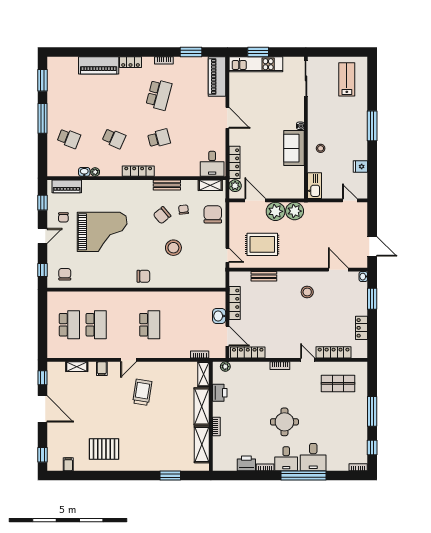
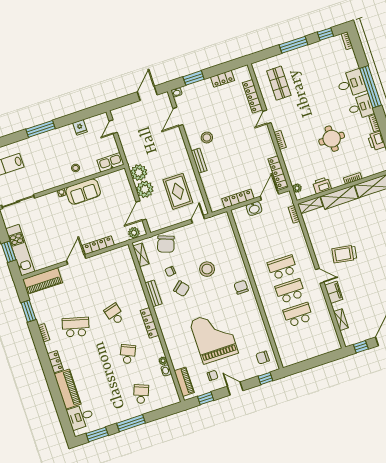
locker: (234, 162) -> (98, 245), moved
desk: (212, 164) -> (81, 417), moved, turned 180
chair: (213, 214) -> (166, 244), turned -70
bench: (264, 276) -> (199, 161), moved
school desk: (69, 325) -> (290, 291), moved
filing cabinet: (102, 369) -> (334, 292), width x2.00
round table: (284, 422) -> (332, 139), moved

